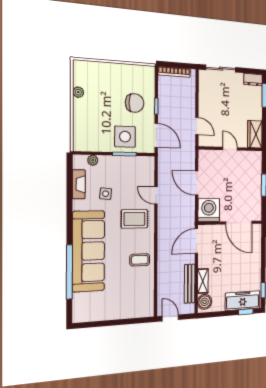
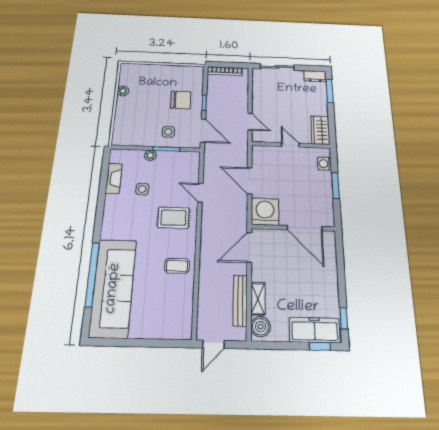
side table: (125, 137) -> (168, 132), width x0.54, depth x0.54
plant: (93, 160) -> (150, 155), moved
washing machine: (256, 166) -> (324, 164), added
sofa: (88, 251) -> (113, 288), moved
door: (170, 318) -> (213, 344), swing flipped

